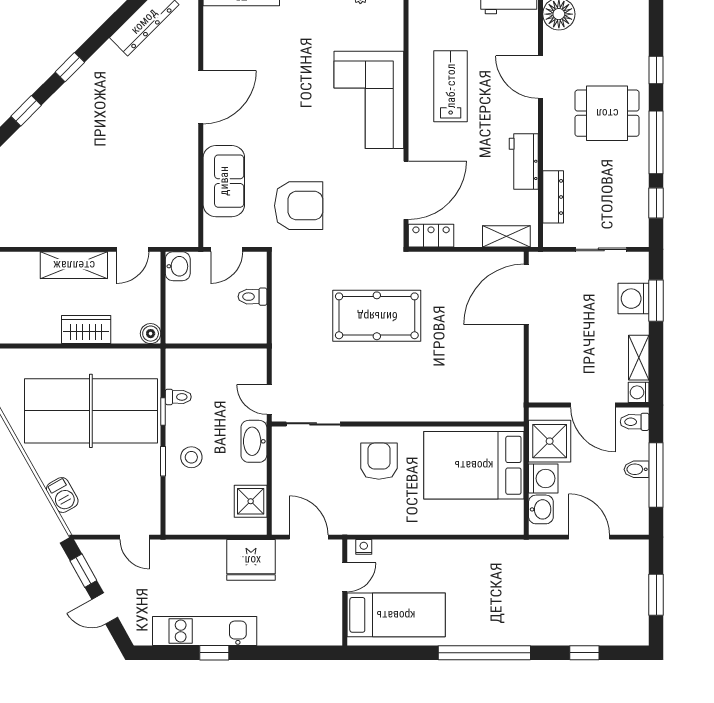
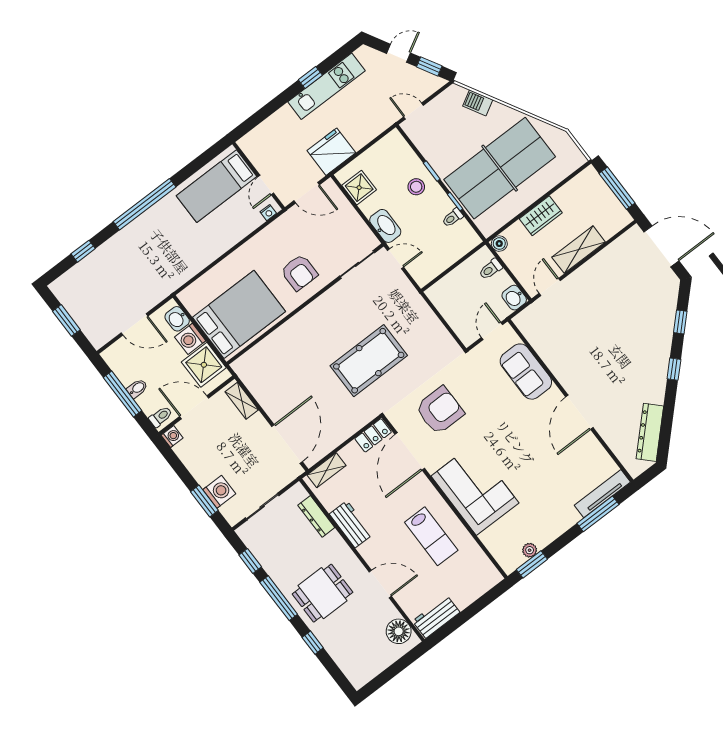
armchair: (299, 206) -> (440, 410), moved, turned 180
toilet: (253, 297) -> (491, 269), moved, turned 180
shelving: (639, 358) -> (242, 401), moved

